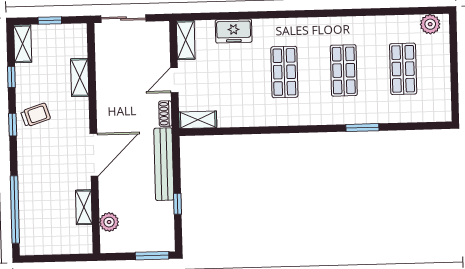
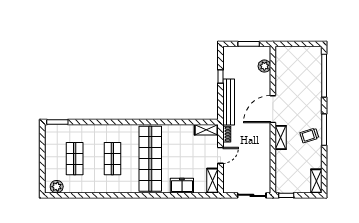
window: (50, 20) -> (286, 195), moved
shop shelf: (284, 72) -> (150, 159), width x2.00, depth x1.36
window: (11, 77) -> (324, 160), removed
shelving: (80, 78) -> (281, 138), moved
window: (13, 125) -> (324, 130), width x2.17
window: (362, 128) -> (57, 122), moved
shelving: (84, 207) -> (280, 76), removed
window: (152, 256) -> (249, 44), moved

